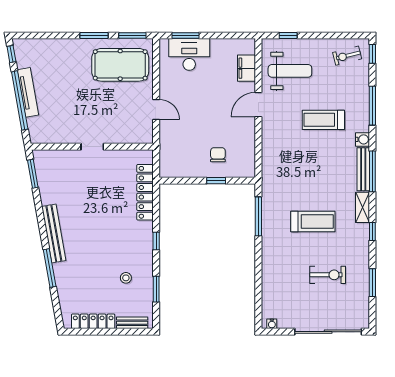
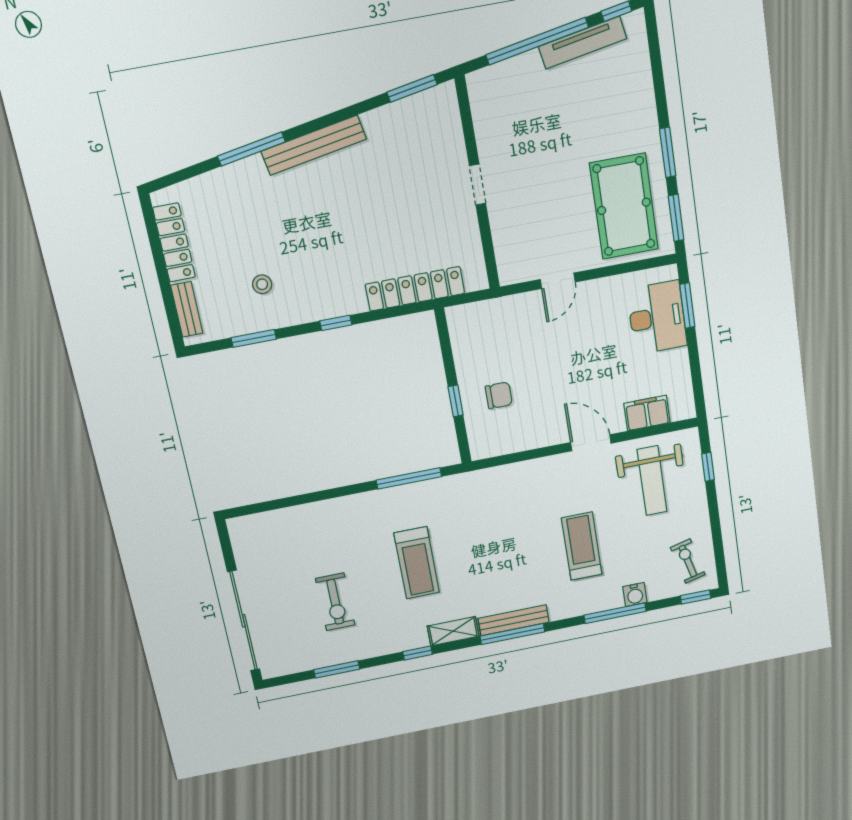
tv unit: (28, 92) -> (583, 43), moved
water cooler: (362, 139) -> (635, 595), moved
water cooler: (272, 324) -> (237, 534), removed

